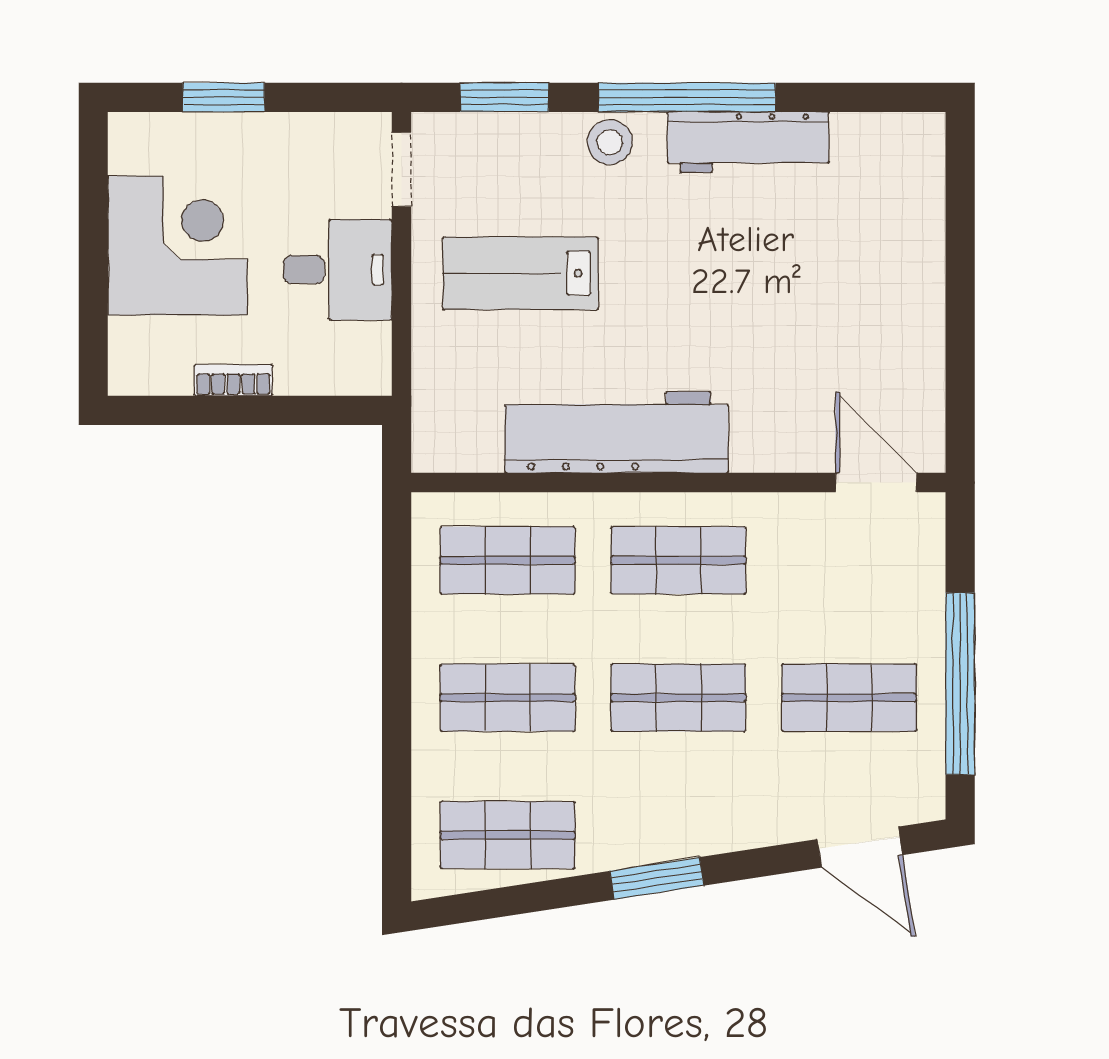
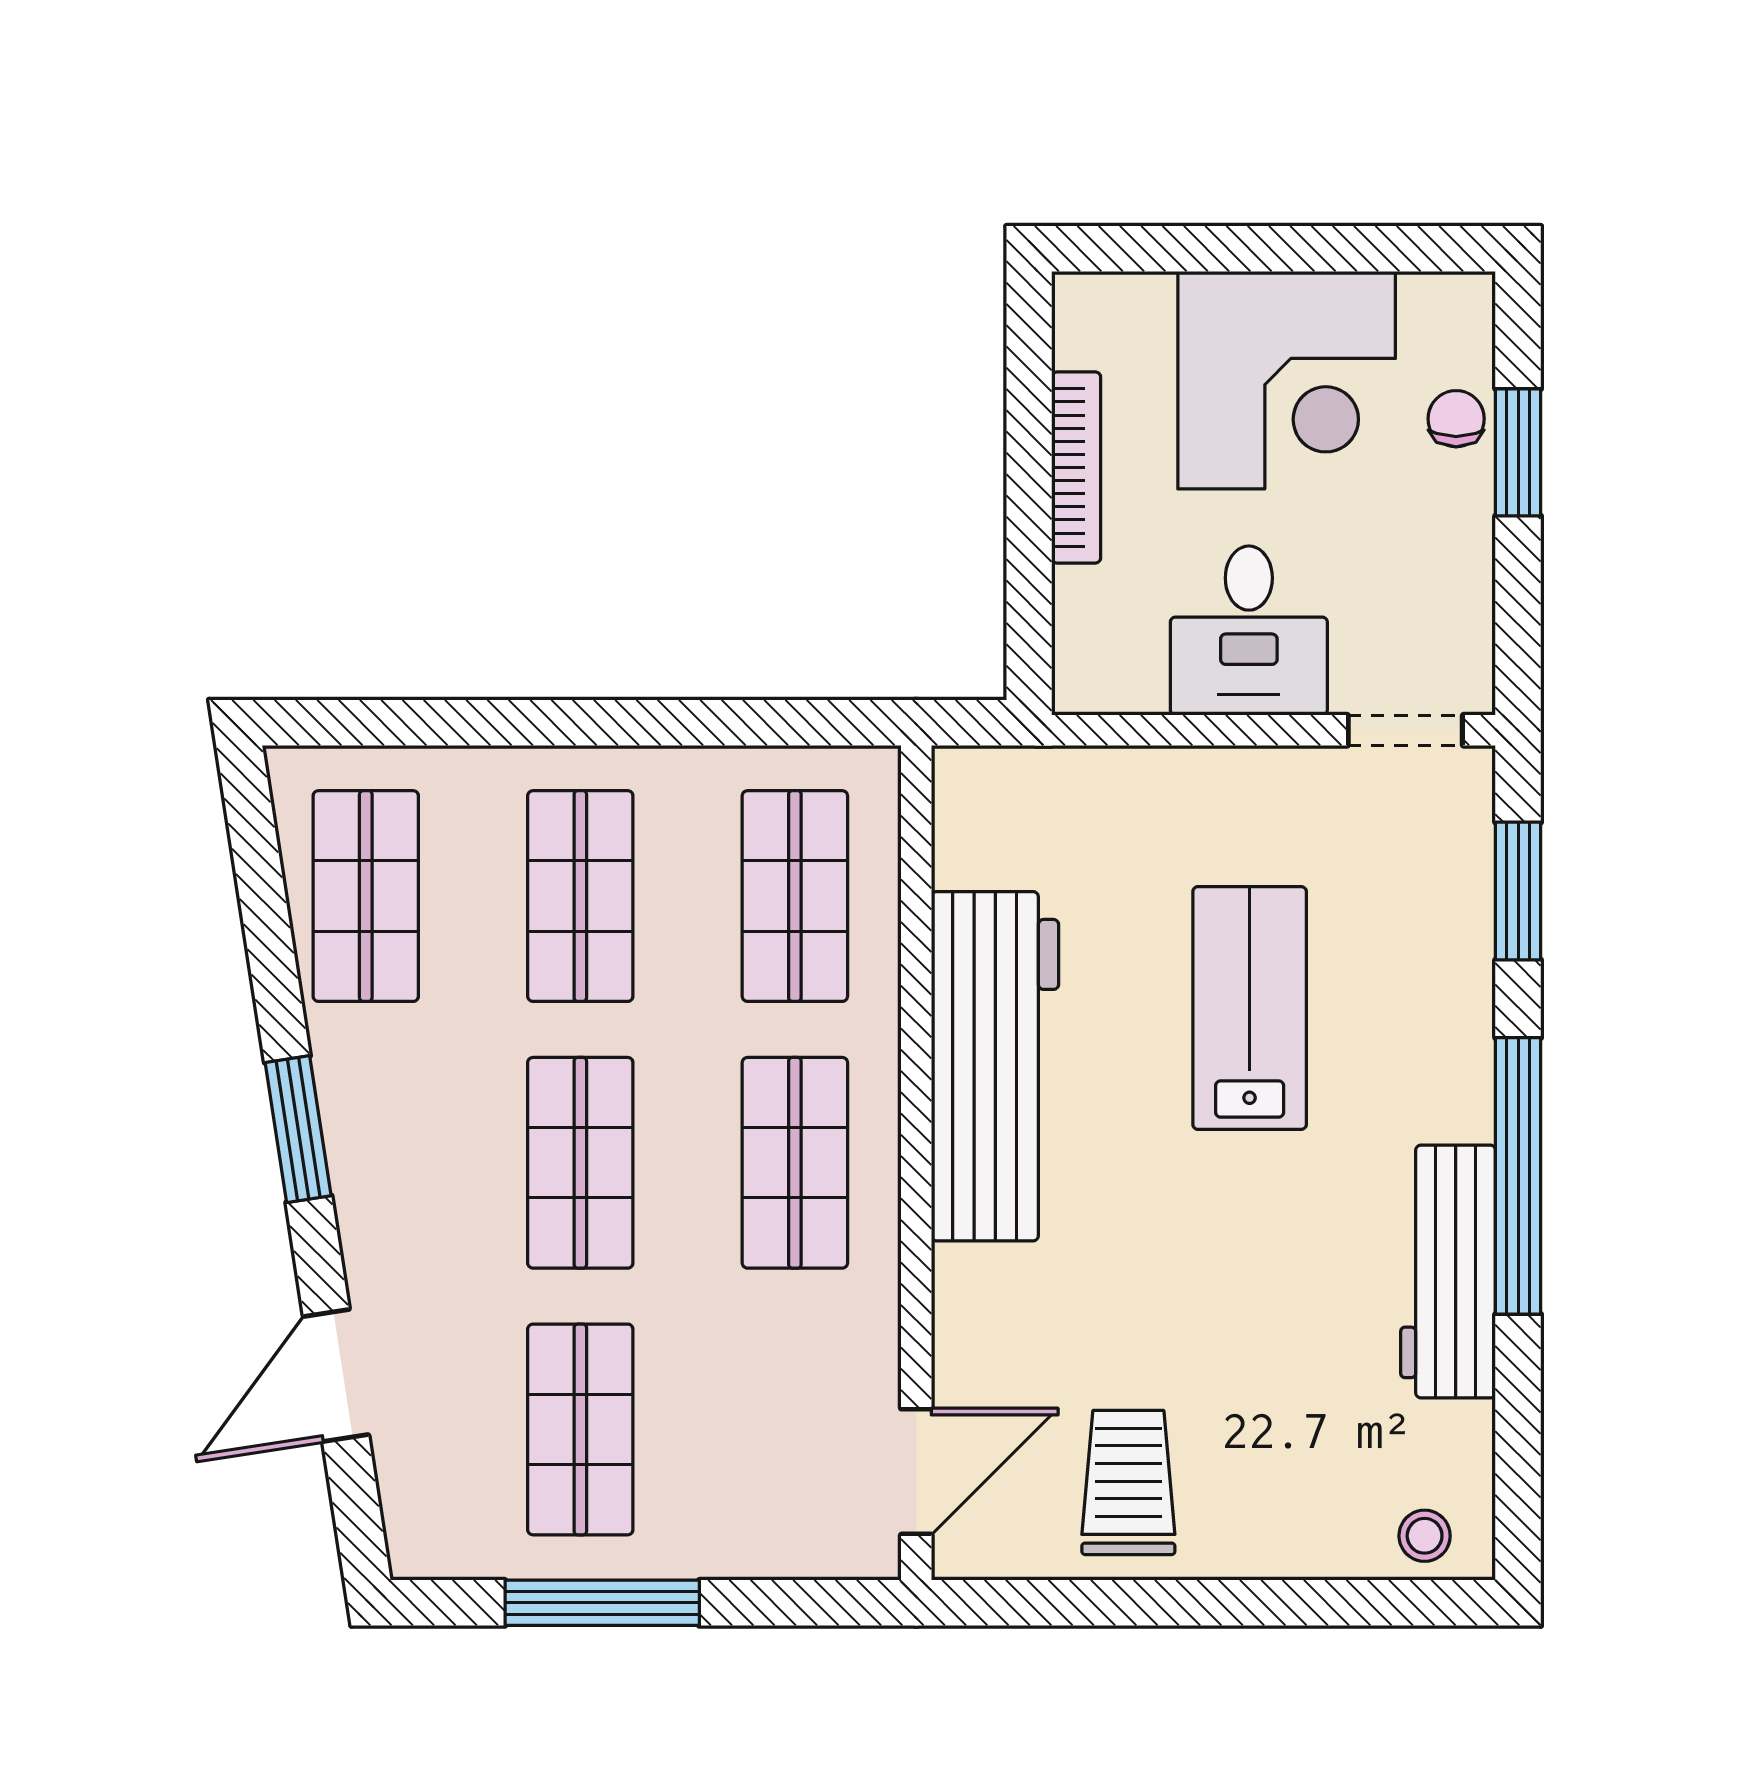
chair: (202, 137) -> (1456, 419), added
stool: (610, 142) -> (1425, 1536), moved, width x0.73, depth x0.73
lab bench: (521, 273) -> (1250, 1008), moved
trolley: (883, 347) -> (1128, 1482), added
bookcase: (233, 380) -> (1076, 467), width x1.56
window: (960, 684) -> (602, 1603), width x0.68
door: (860, 847) -> (336, 1376), moved

